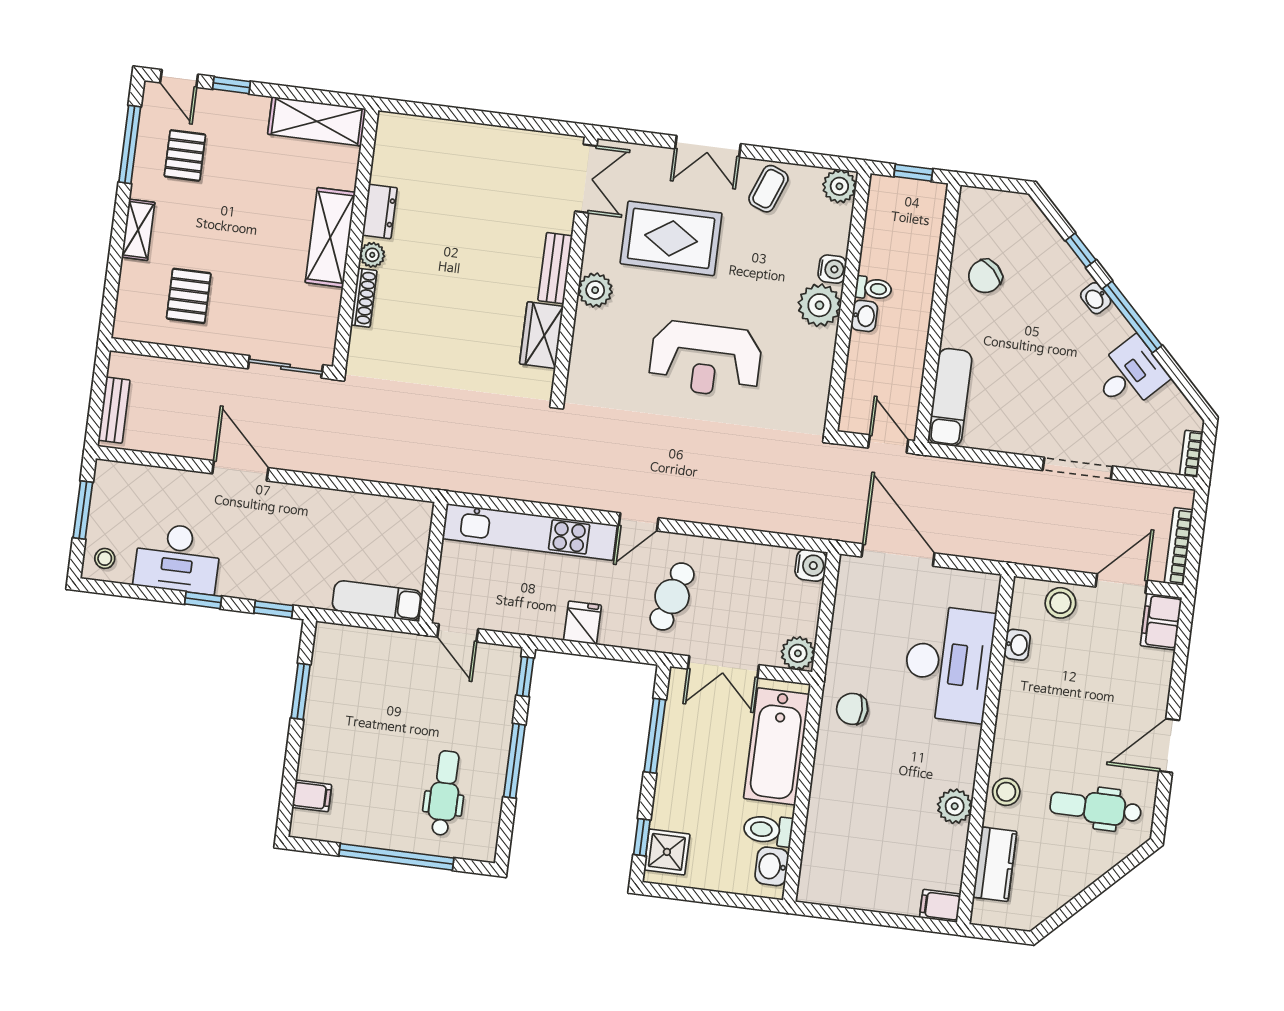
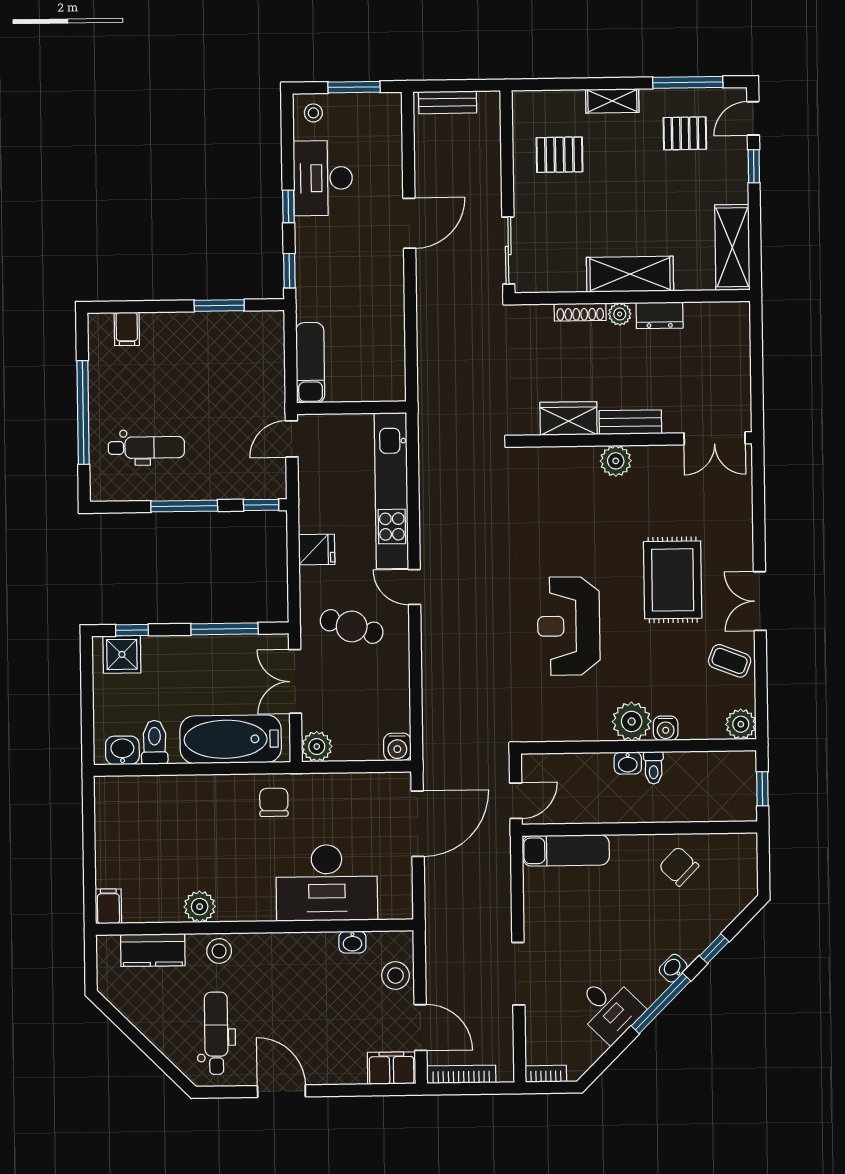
double door: (586, 179) -> (715, 438), moved
wall: (575, 267) -> (634, 439), moved
bench: (555, 268) -> (630, 422), moved
plant: (595, 290) -> (616, 461), moved
wardrobe: (541, 335) -> (569, 418), moved

